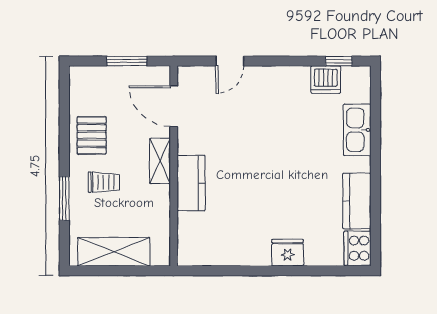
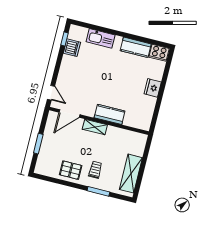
door: (174, 106) -> (69, 113), moved
shelving: (160, 161) -> (95, 127), moved
wall: (174, 166) -> (99, 121), moved
kitchen counter: (191, 183) -> (110, 114), moved

